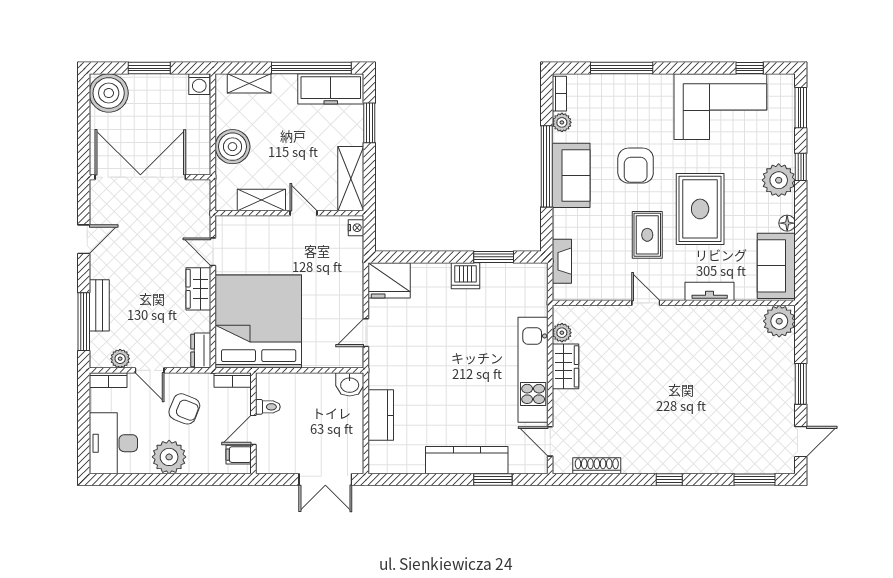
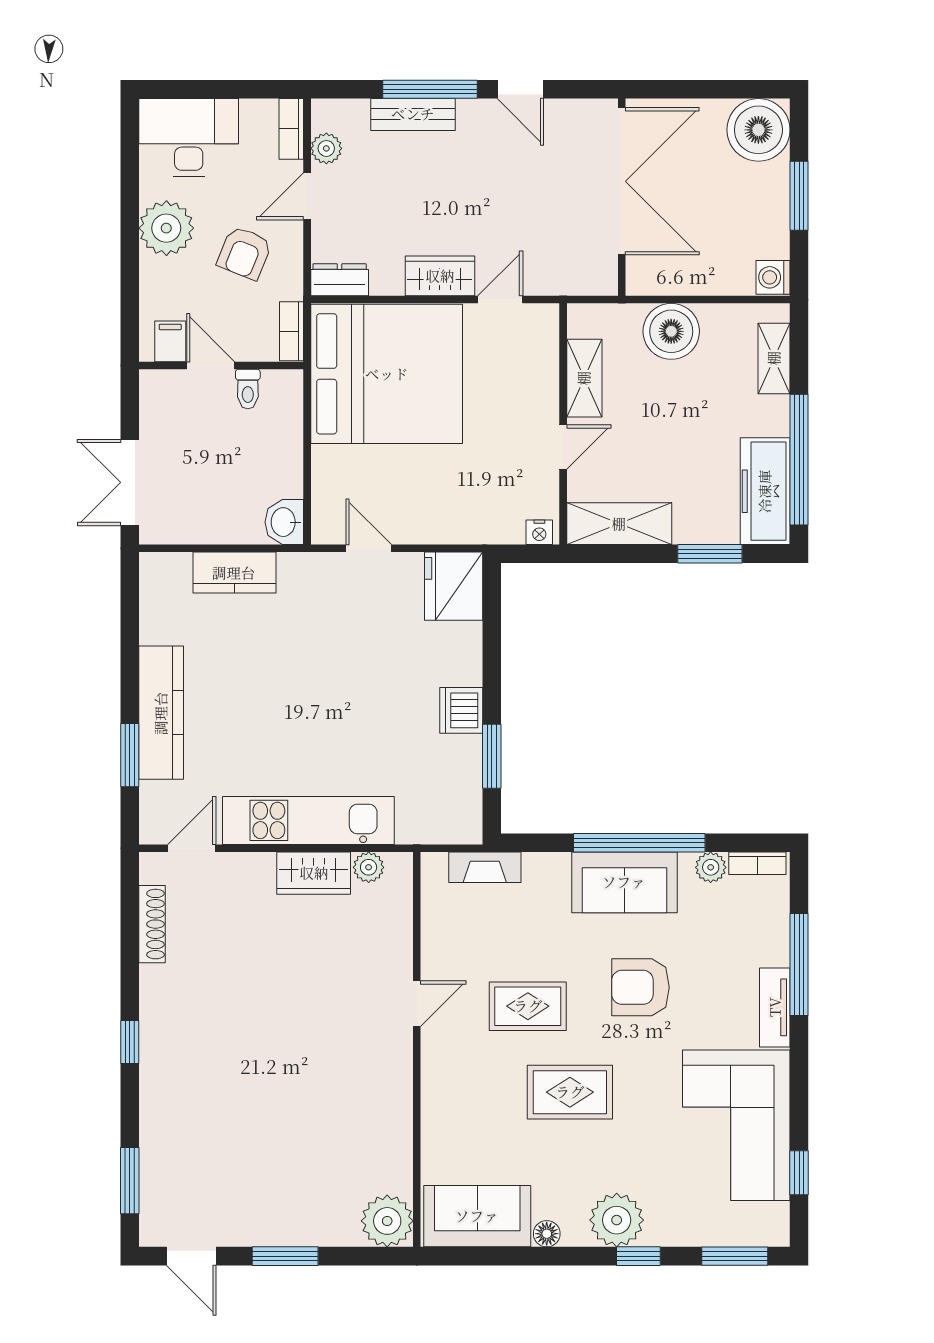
rug: (700, 209) -> (570, 1092), width x0.73, depth x0.70
tv unit: (710, 291) -> (775, 1007), moved, turned 180
window: (84, 322) -> (430, 89), moved

